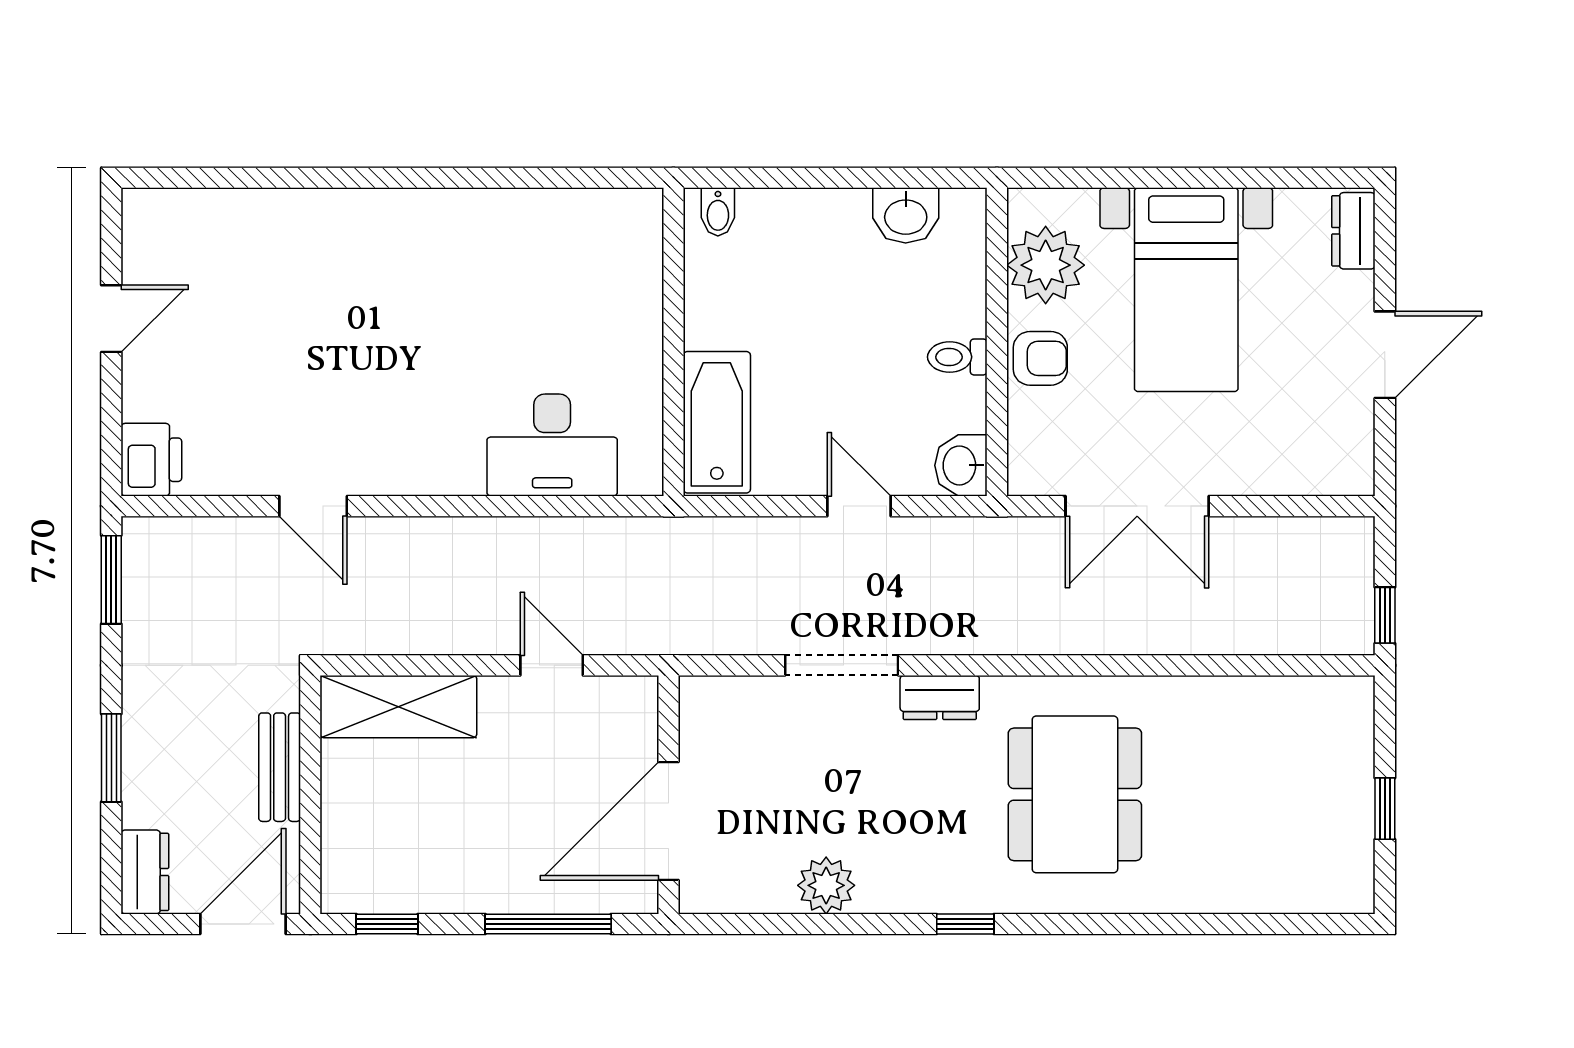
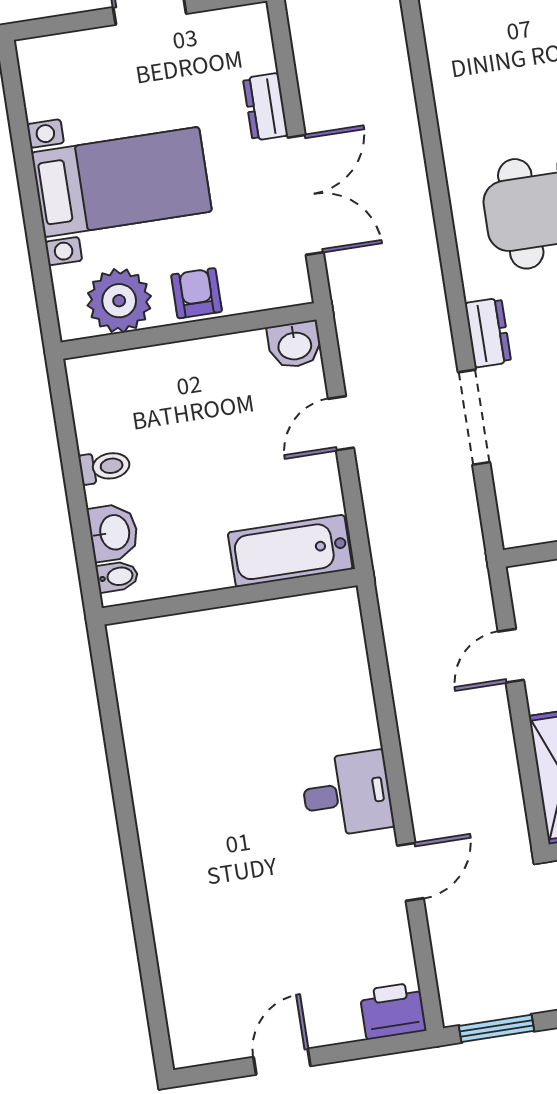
washbasin: (906, 215) -> (113, 533), moved
dresser: (1353, 231) -> (265, 107), moved, turned 90
door: (111, 319) -> (282, 1062), hinge flipped
toilet: (957, 357) -> (105, 467), moved, turned -90
desk: (552, 445) -> (347, 794), moved, width x0.73

